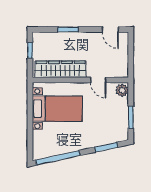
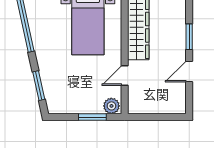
door: (110, 29) -> (189, 72), moved
window: (131, 117) -> (92, 117), moved

